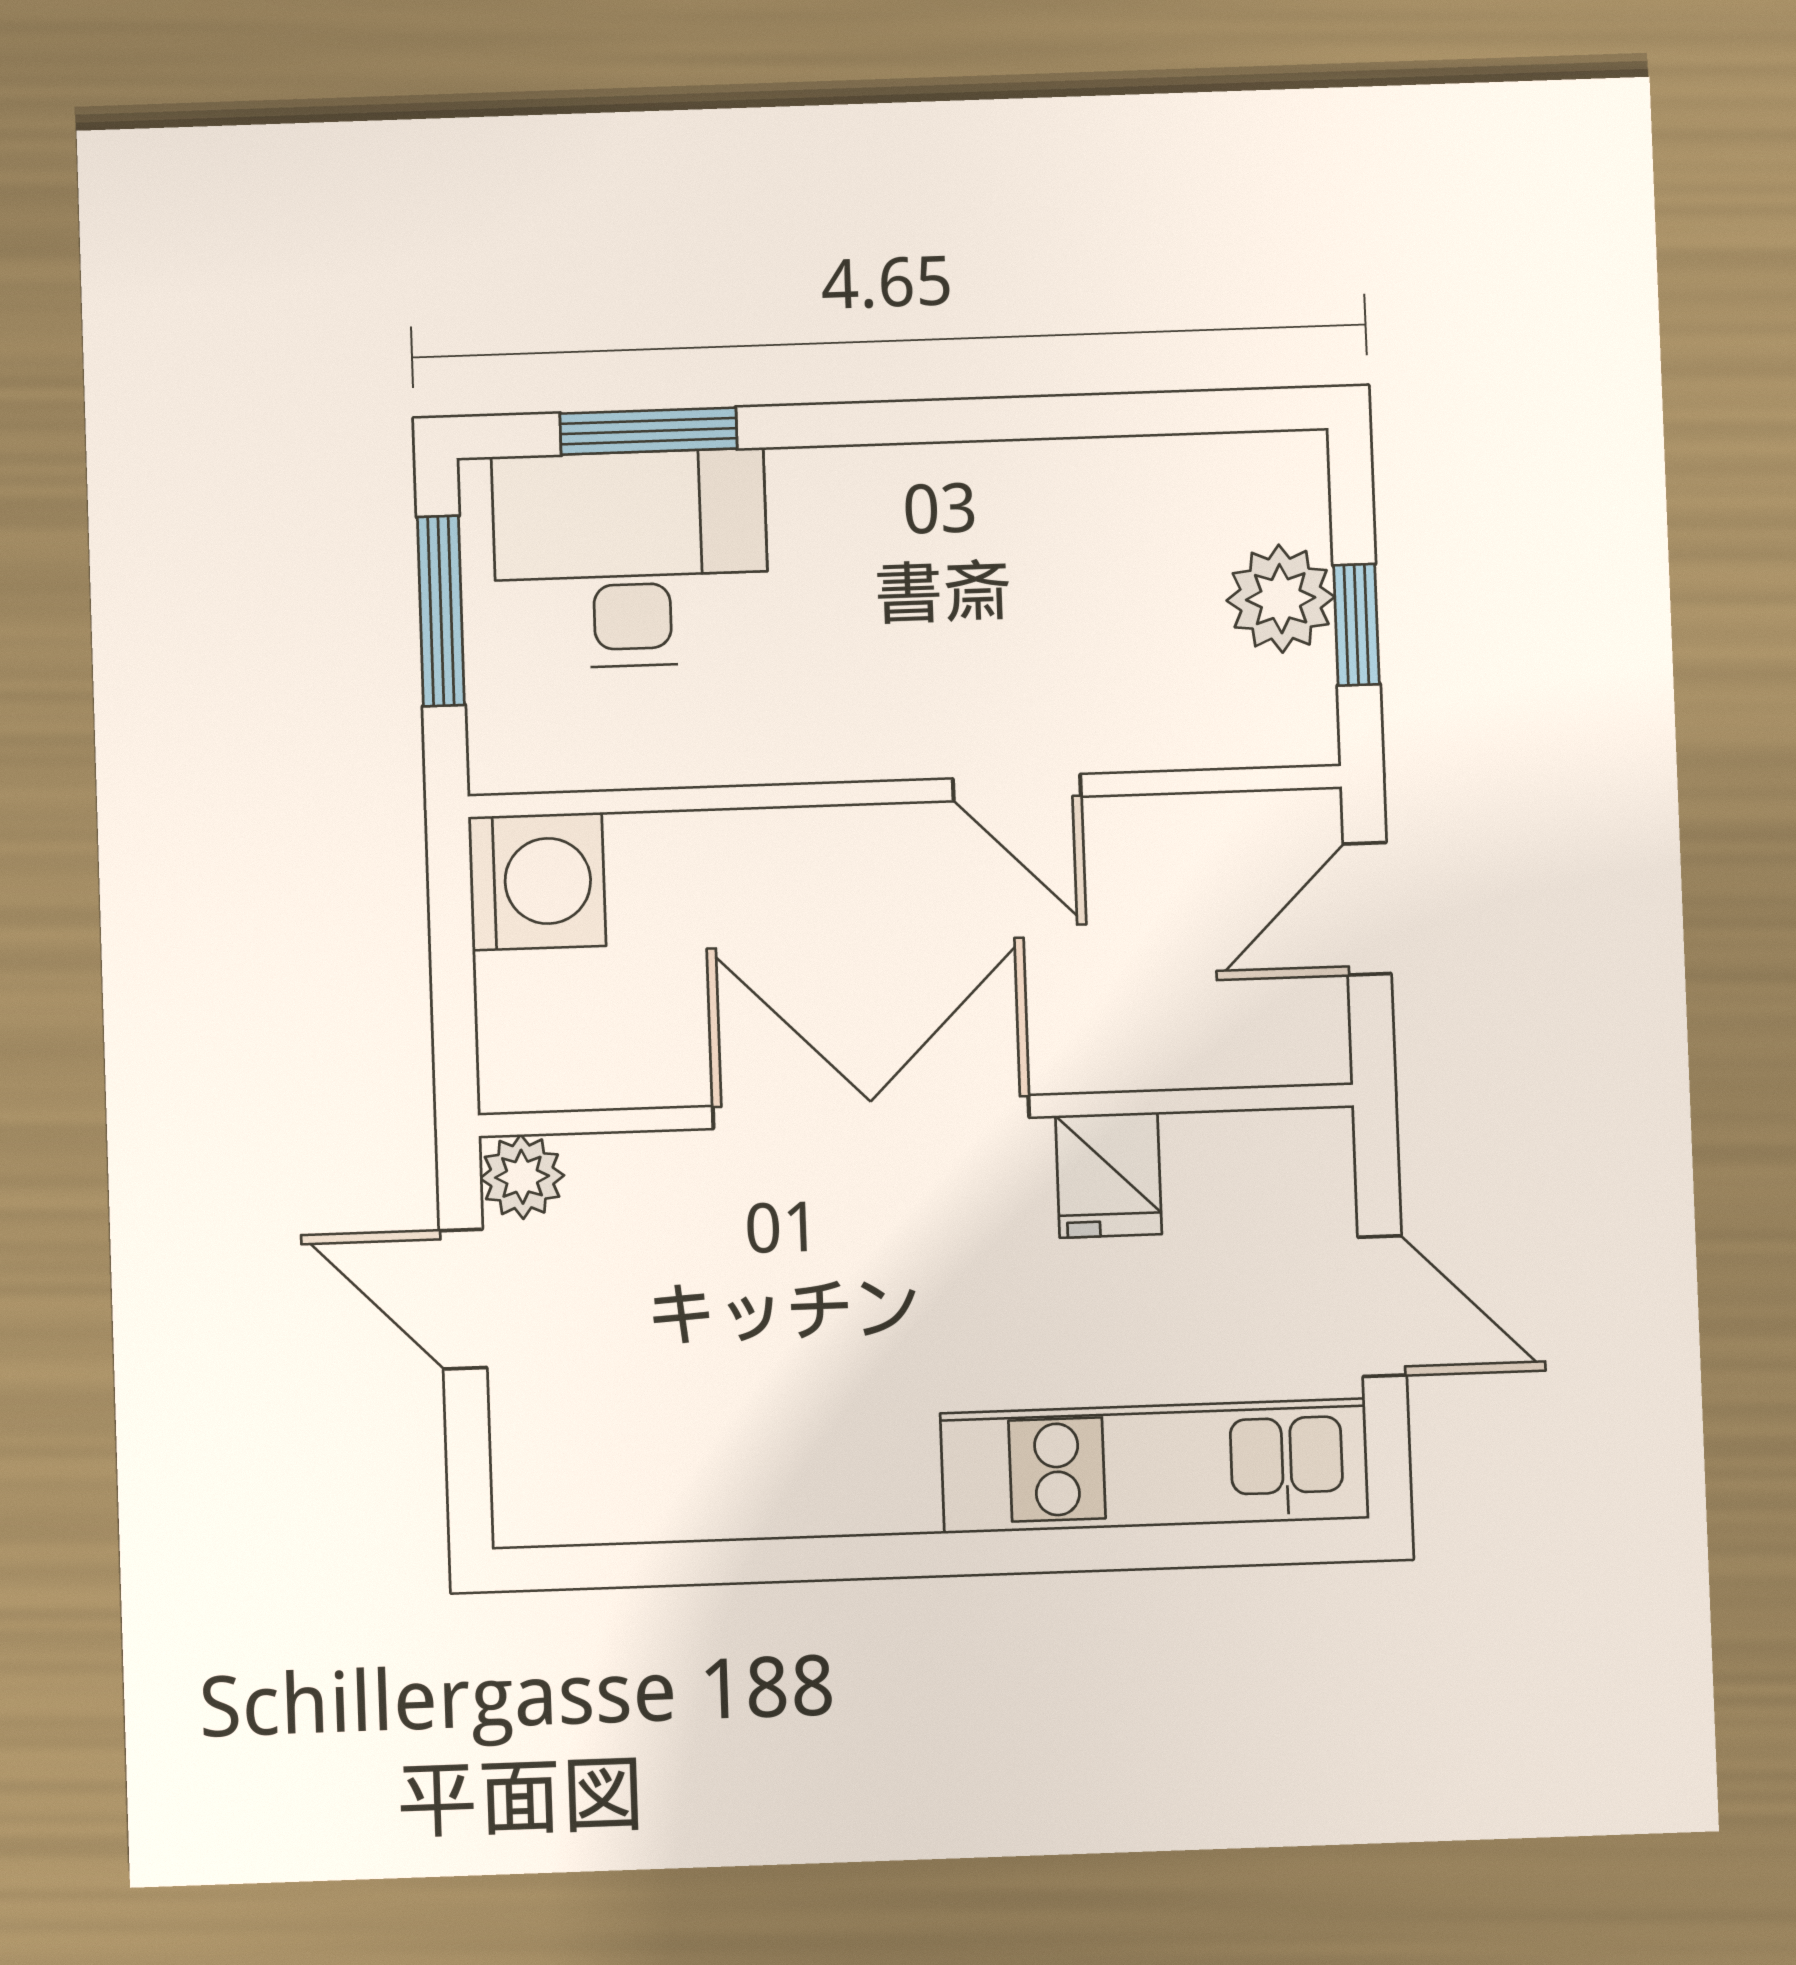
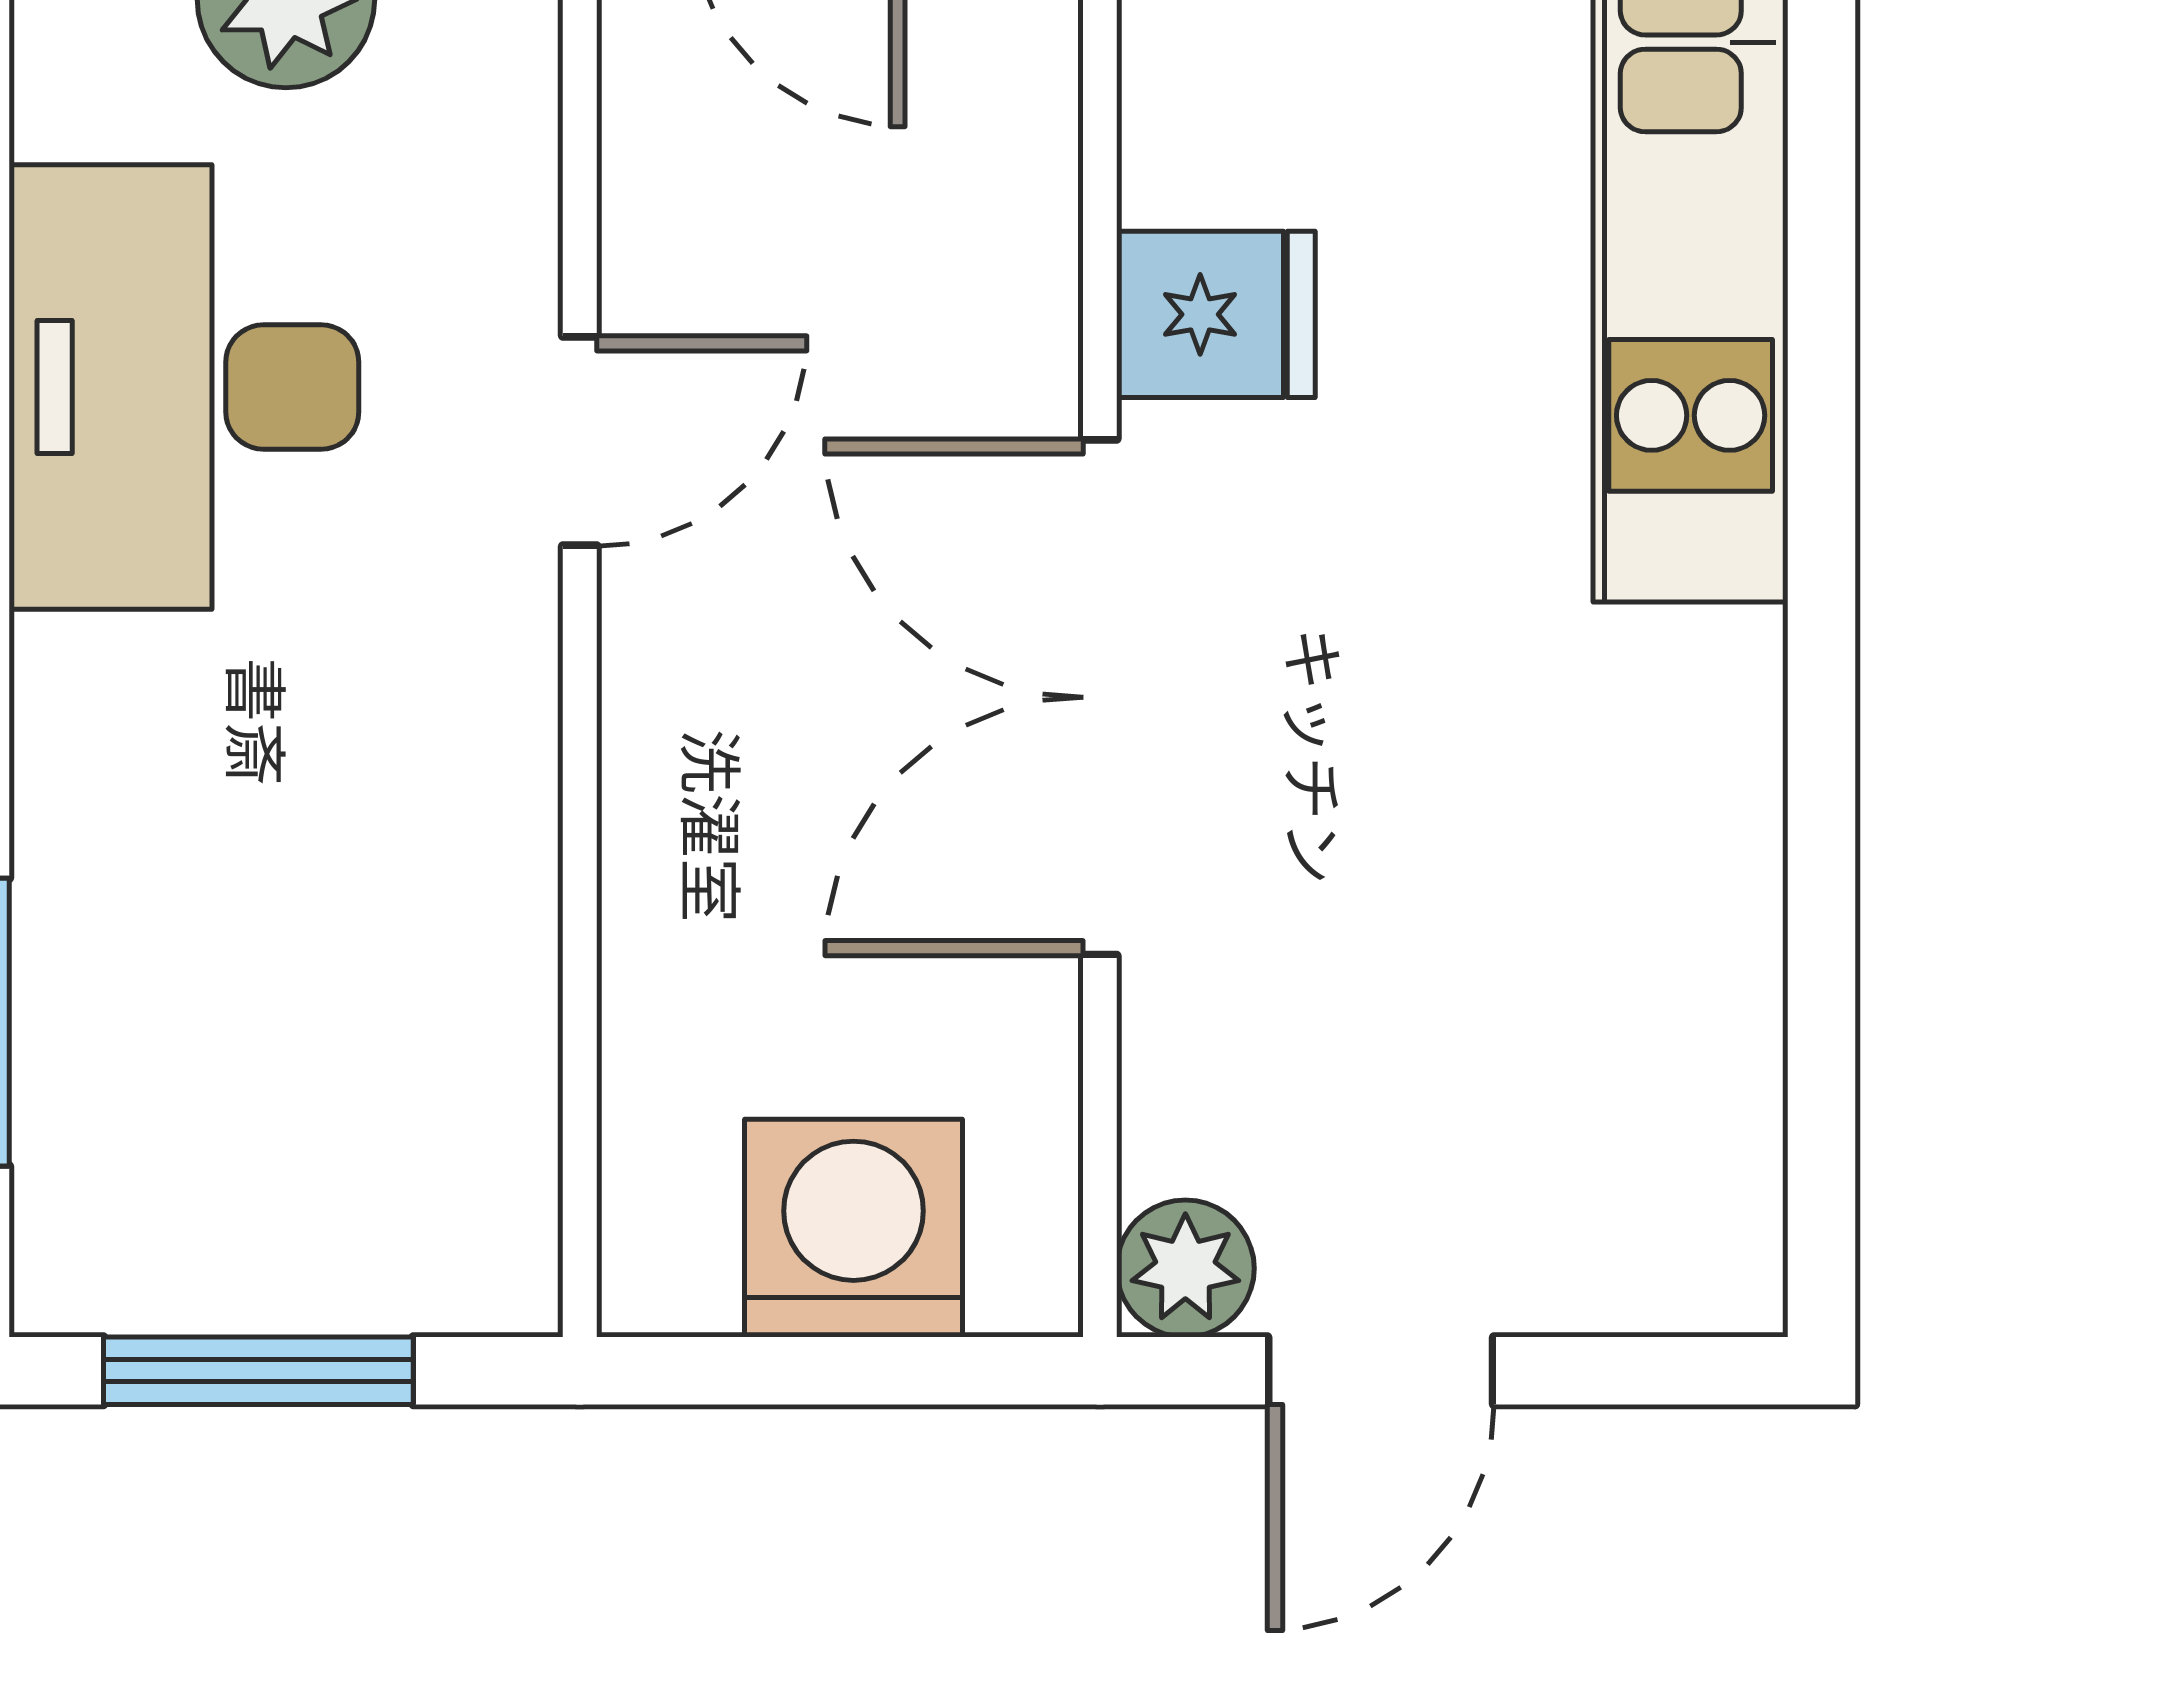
desk: (631, 559) -> (184, 387), moved
washing machine: (537, 881) -> (854, 1228), moved

